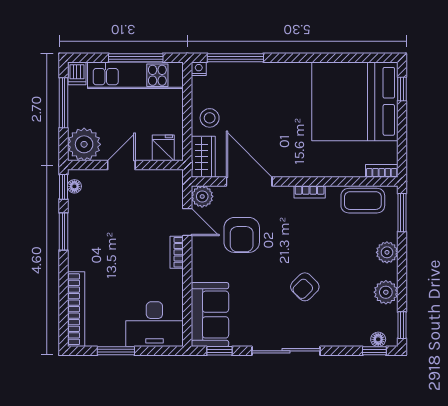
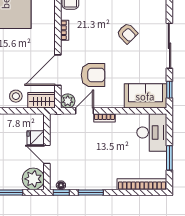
fridge: (163, 148) -> (36, 138), moved

